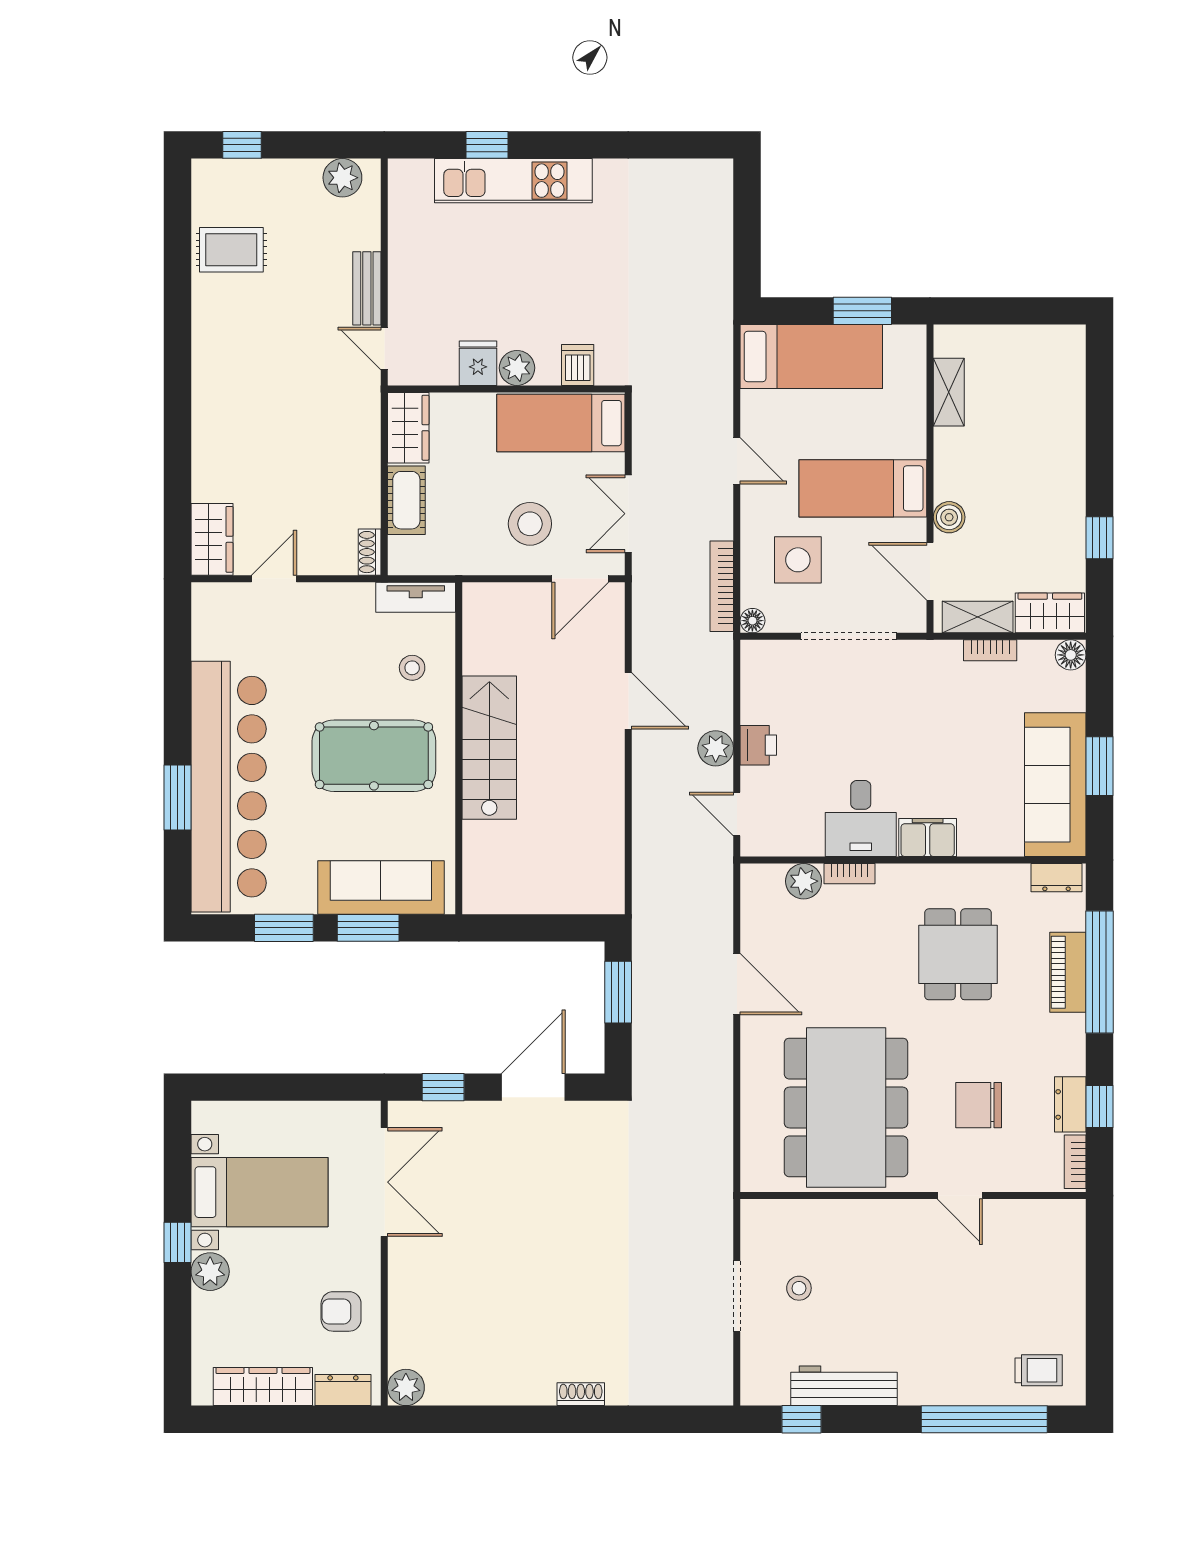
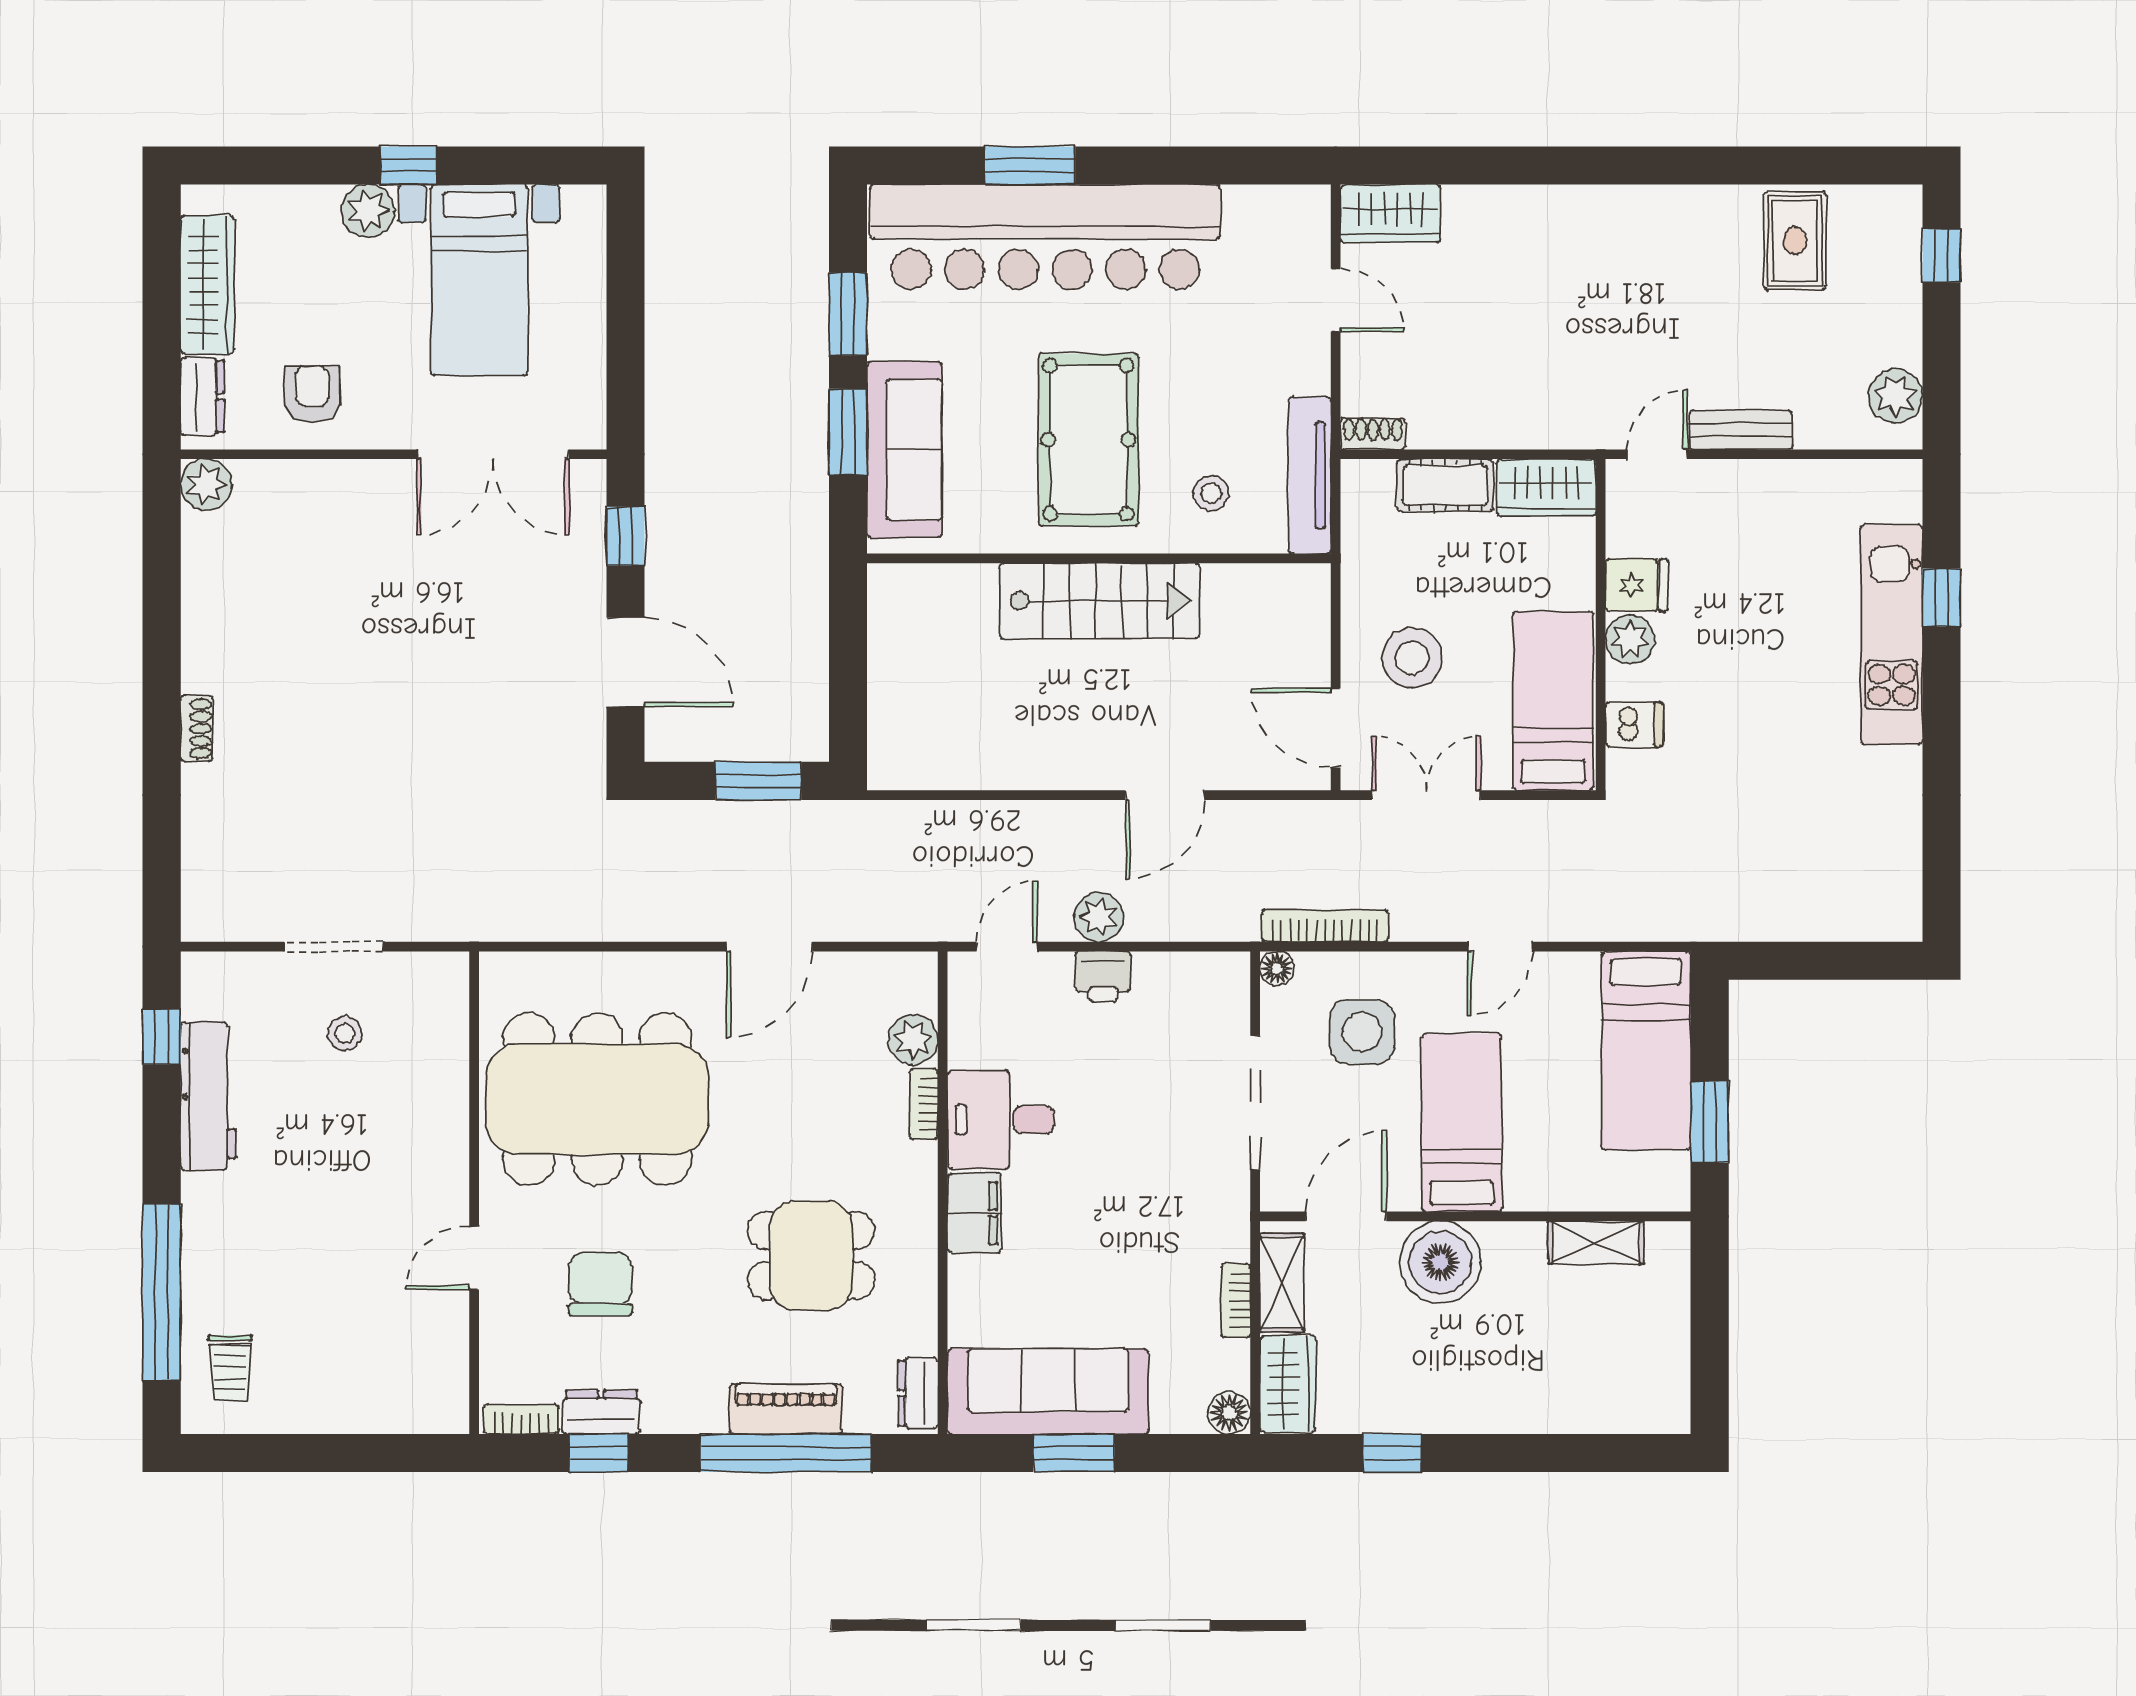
boiler: (949, 517) -> (1440, 1262), width x1.86, depth x1.86
tv unit: (416, 597) -> (1310, 475), width x1.41

